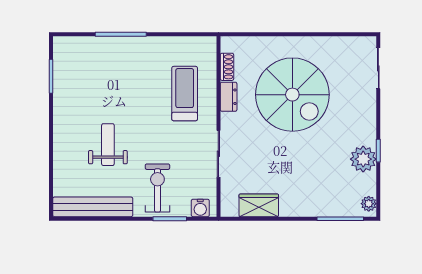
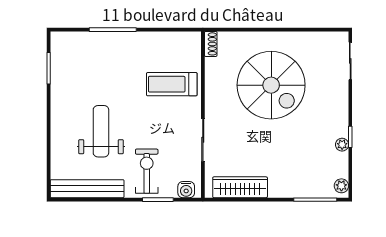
shoe rack: (227, 67) -> (211, 44), moved
treadmill: (185, 94) -> (172, 84), turned -90
dresser: (229, 97) -> (212, 87), removed
weight bench: (108, 145) -> (101, 131), width x1.36, depth x1.33
plant: (363, 159) -> (342, 145), width x0.53, depth x0.53
wardrobe: (259, 205) -> (240, 187), width x1.50

